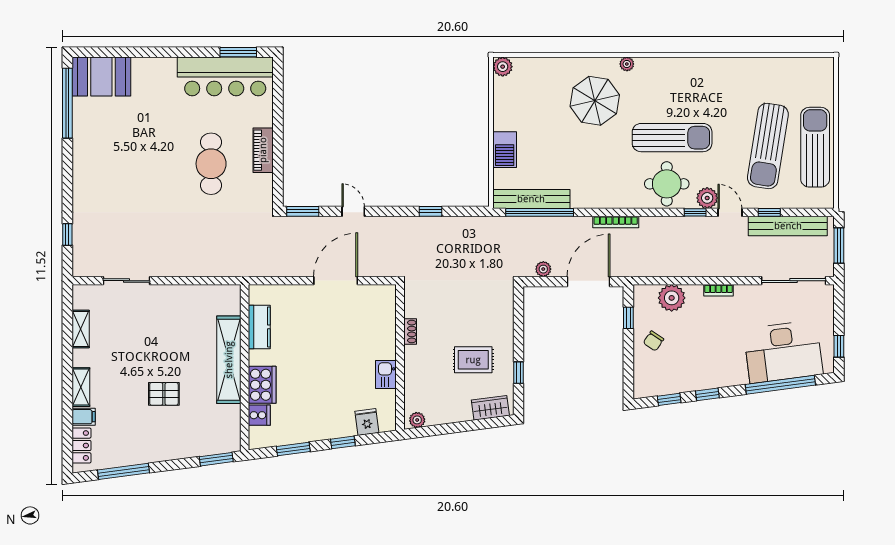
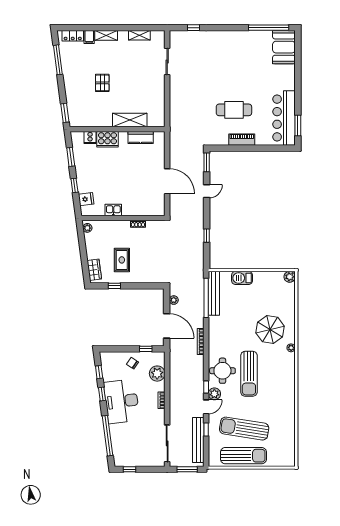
desk: (783, 352) -> (122, 401), moved
shelving: (229, 360) -> (130, 120), width x0.68

